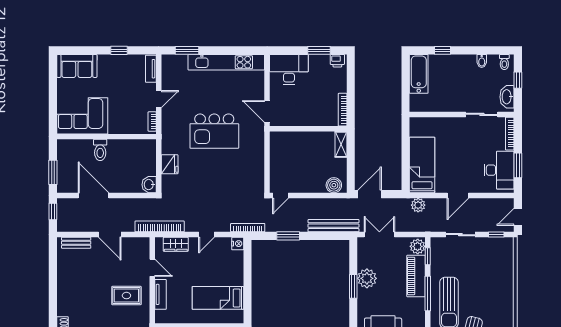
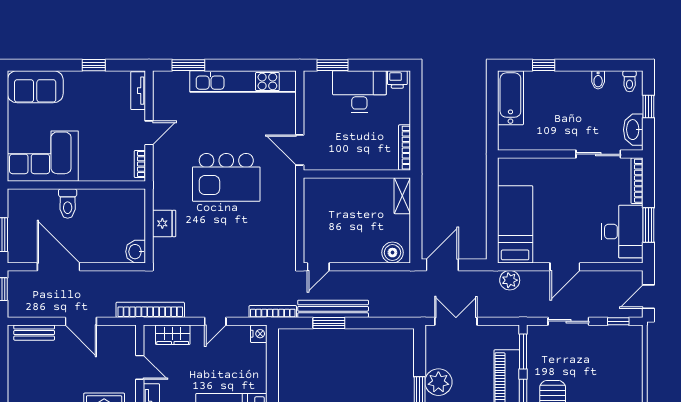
window: (319, 50) -> (332, 65), moved
desk: (289, 69) -> (359, 92), moved
bench: (333, 226) -> (333, 309), moved
plant: (418, 246) -> (509, 338), removed
window: (428, 256) -> (523, 351), width x1.50

